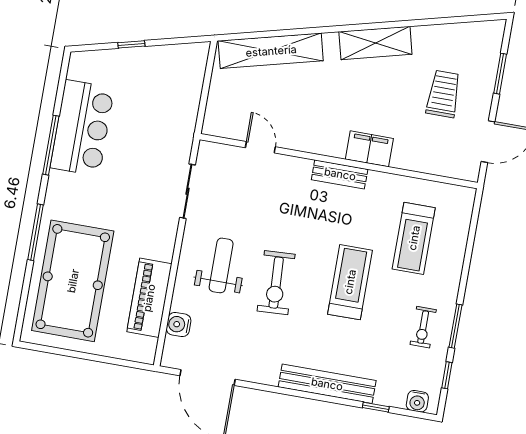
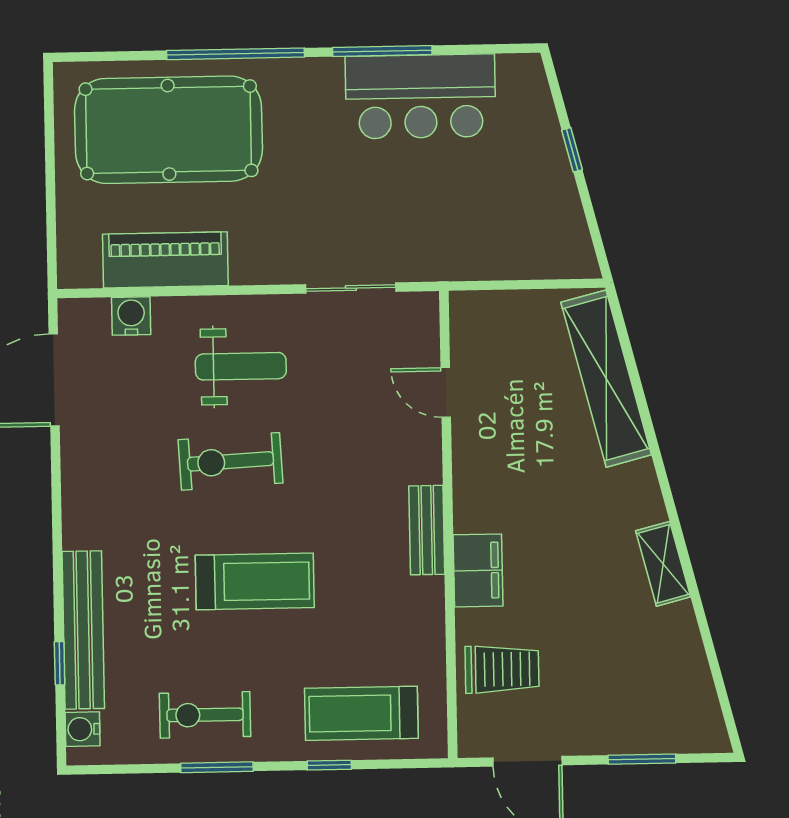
shelving: (375, 43) -> (663, 564), width x0.67, depth x0.75
trolley: (443, 94) -> (502, 669), moved
door: (260, 147) -> (446, 392), swing flipped
window: (36, 232) -> (236, 54), width x1.46
treadmill: (414, 238) -> (361, 713), moved
exercise bike: (423, 327) -> (205, 715), width x1.38, depth x1.39
window: (447, 375) -> (329, 765), moved
bench: (327, 384) -> (83, 630), moved

